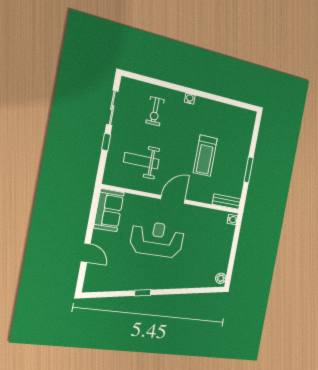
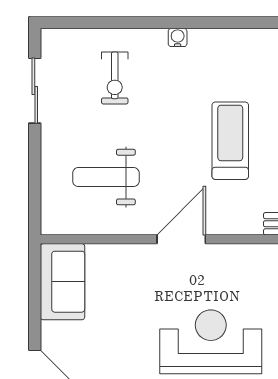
window: (106, 142) -> (35, 156), removed
treadmill: (205, 156) -> (230, 141), turned 180
reception desk: (157, 239) -> (211, 342), moved

